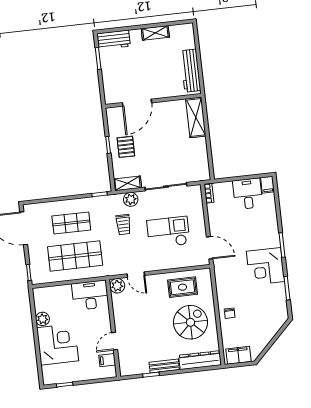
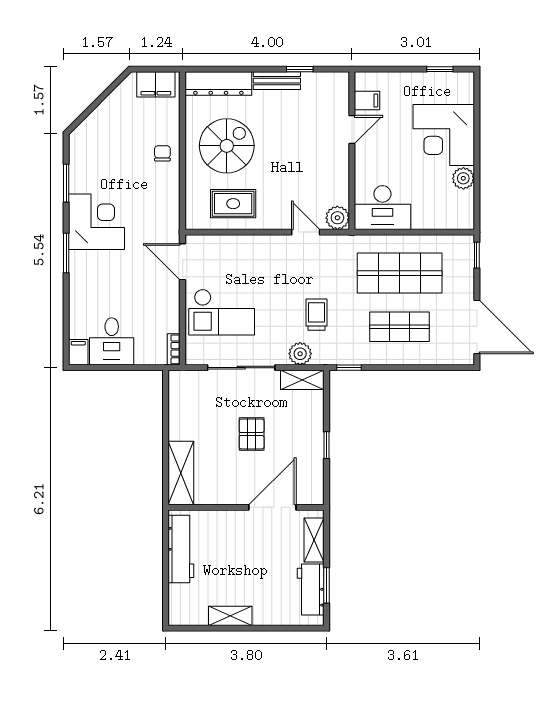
workbench: (114, 40) -> (311, 590), moved, turned -90
shelving: (109, 85) -> (314, 540), added
pallet: (126, 147) -> (252, 434), moved
checkout: (168, 232) -> (222, 312), moved
spiral stairs: (191, 322) -> (227, 146), turned 180

